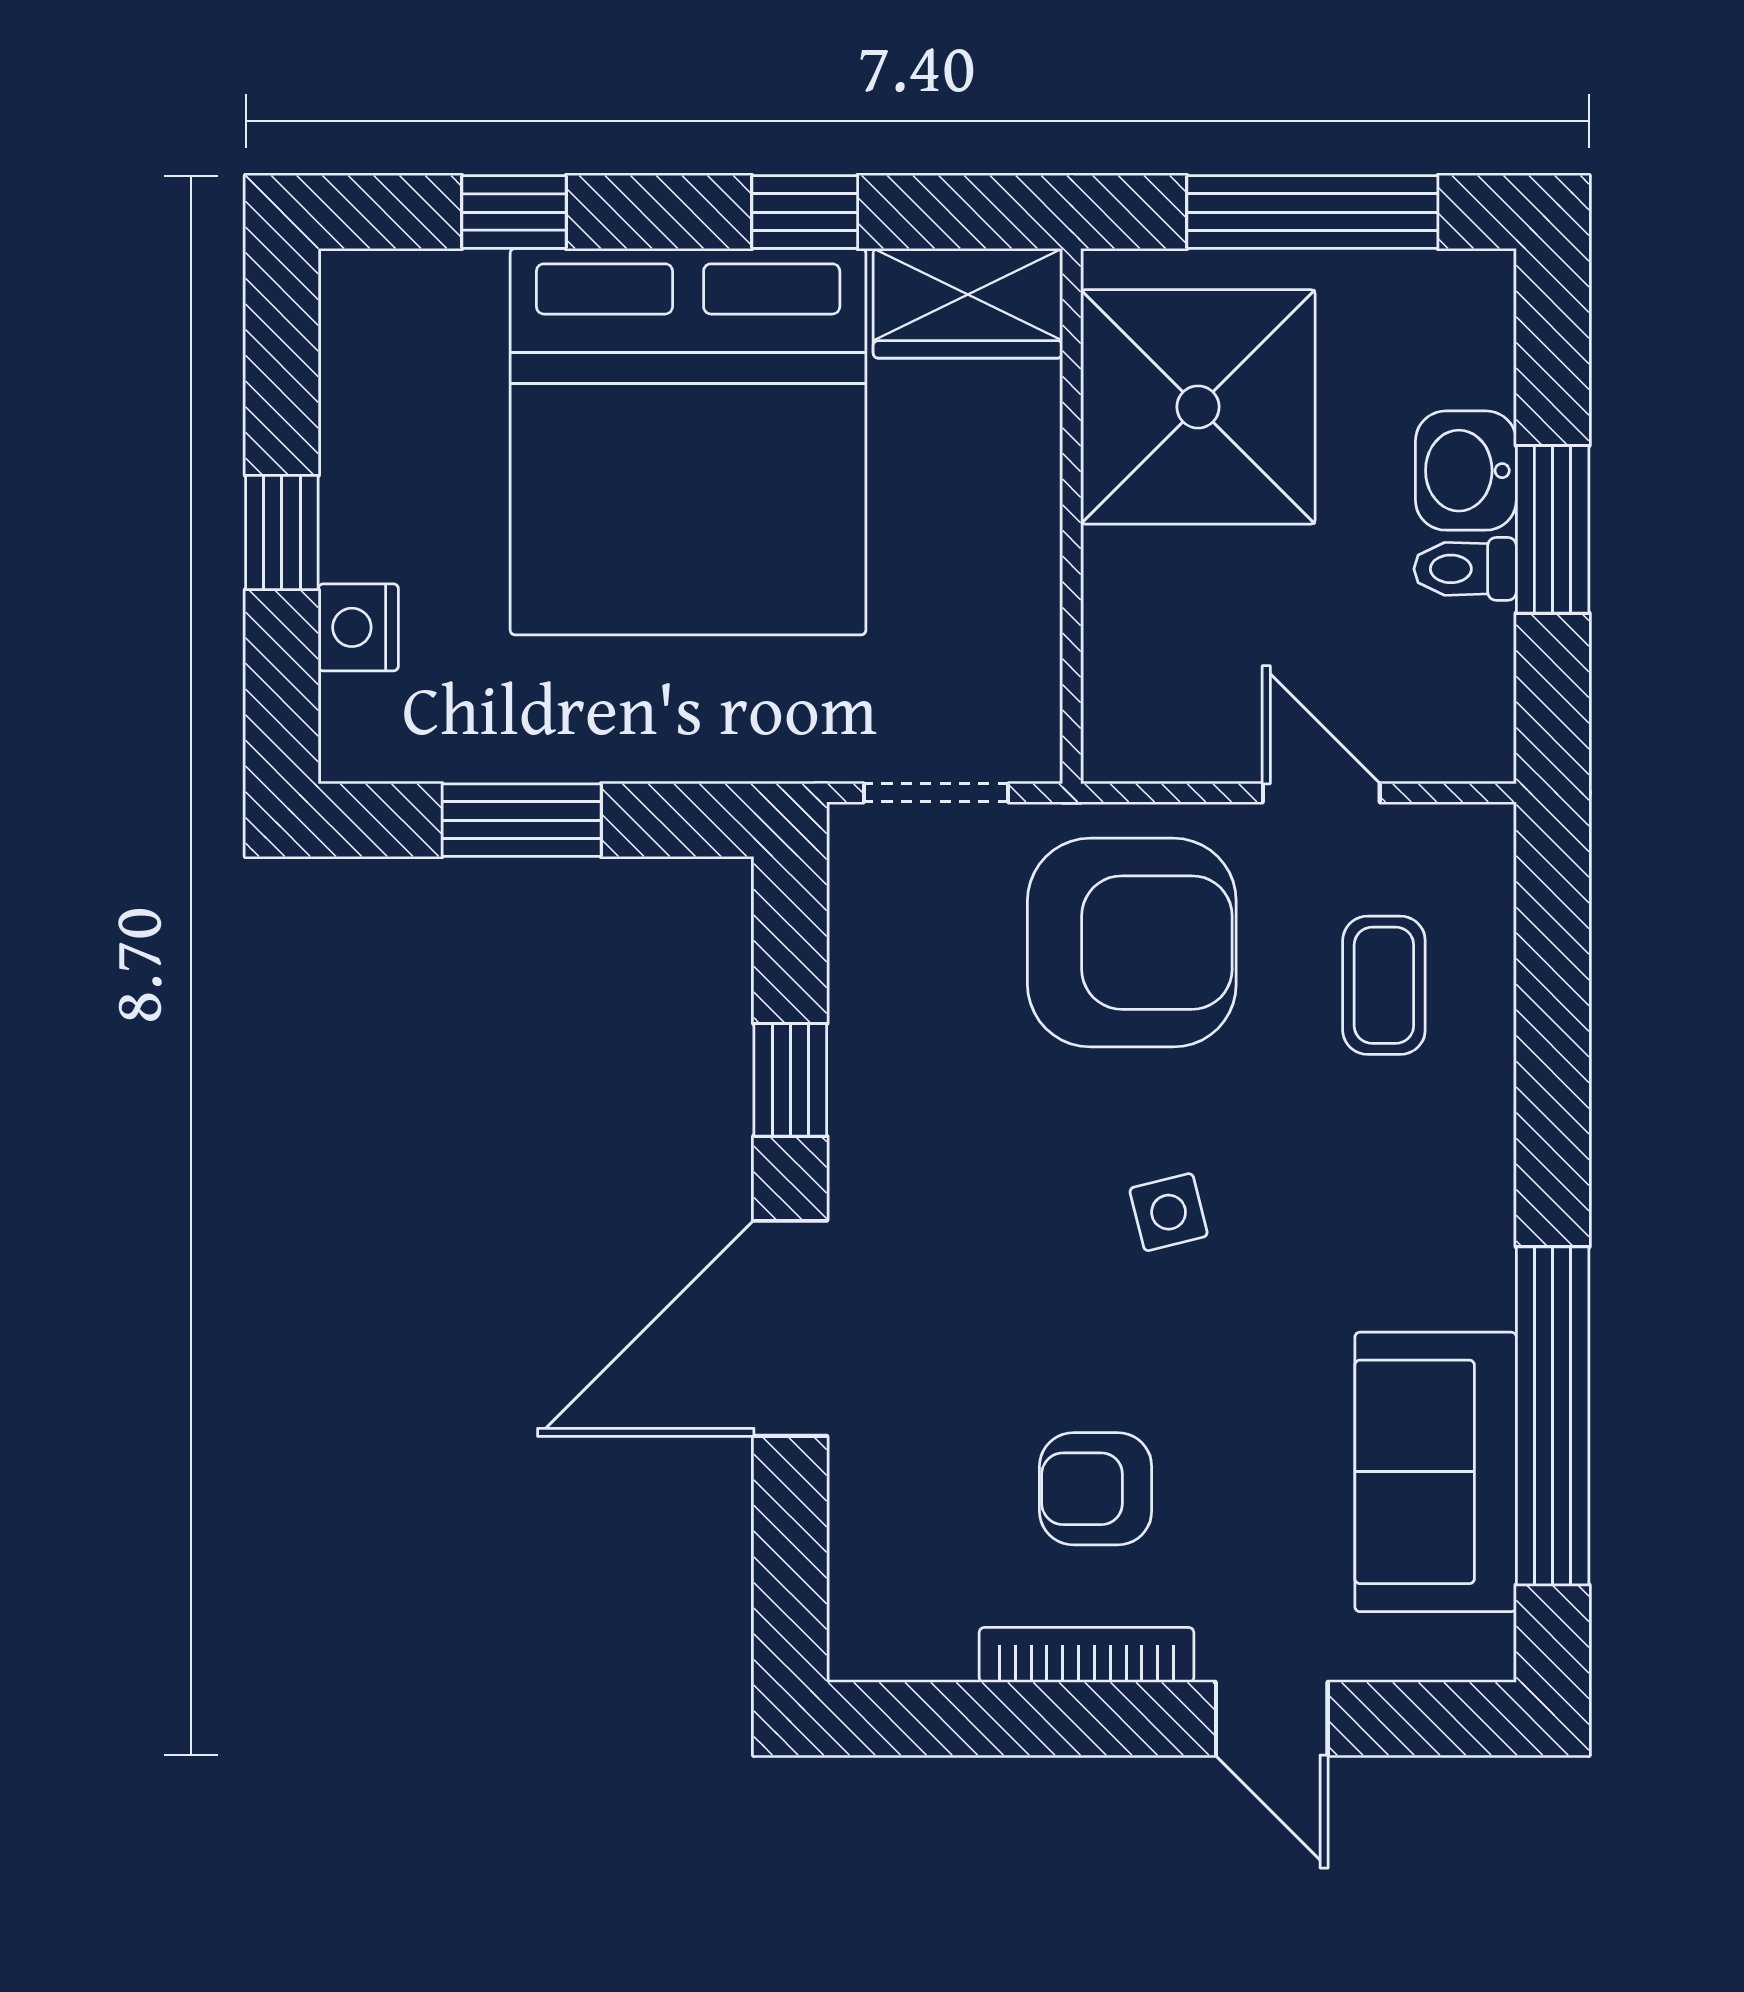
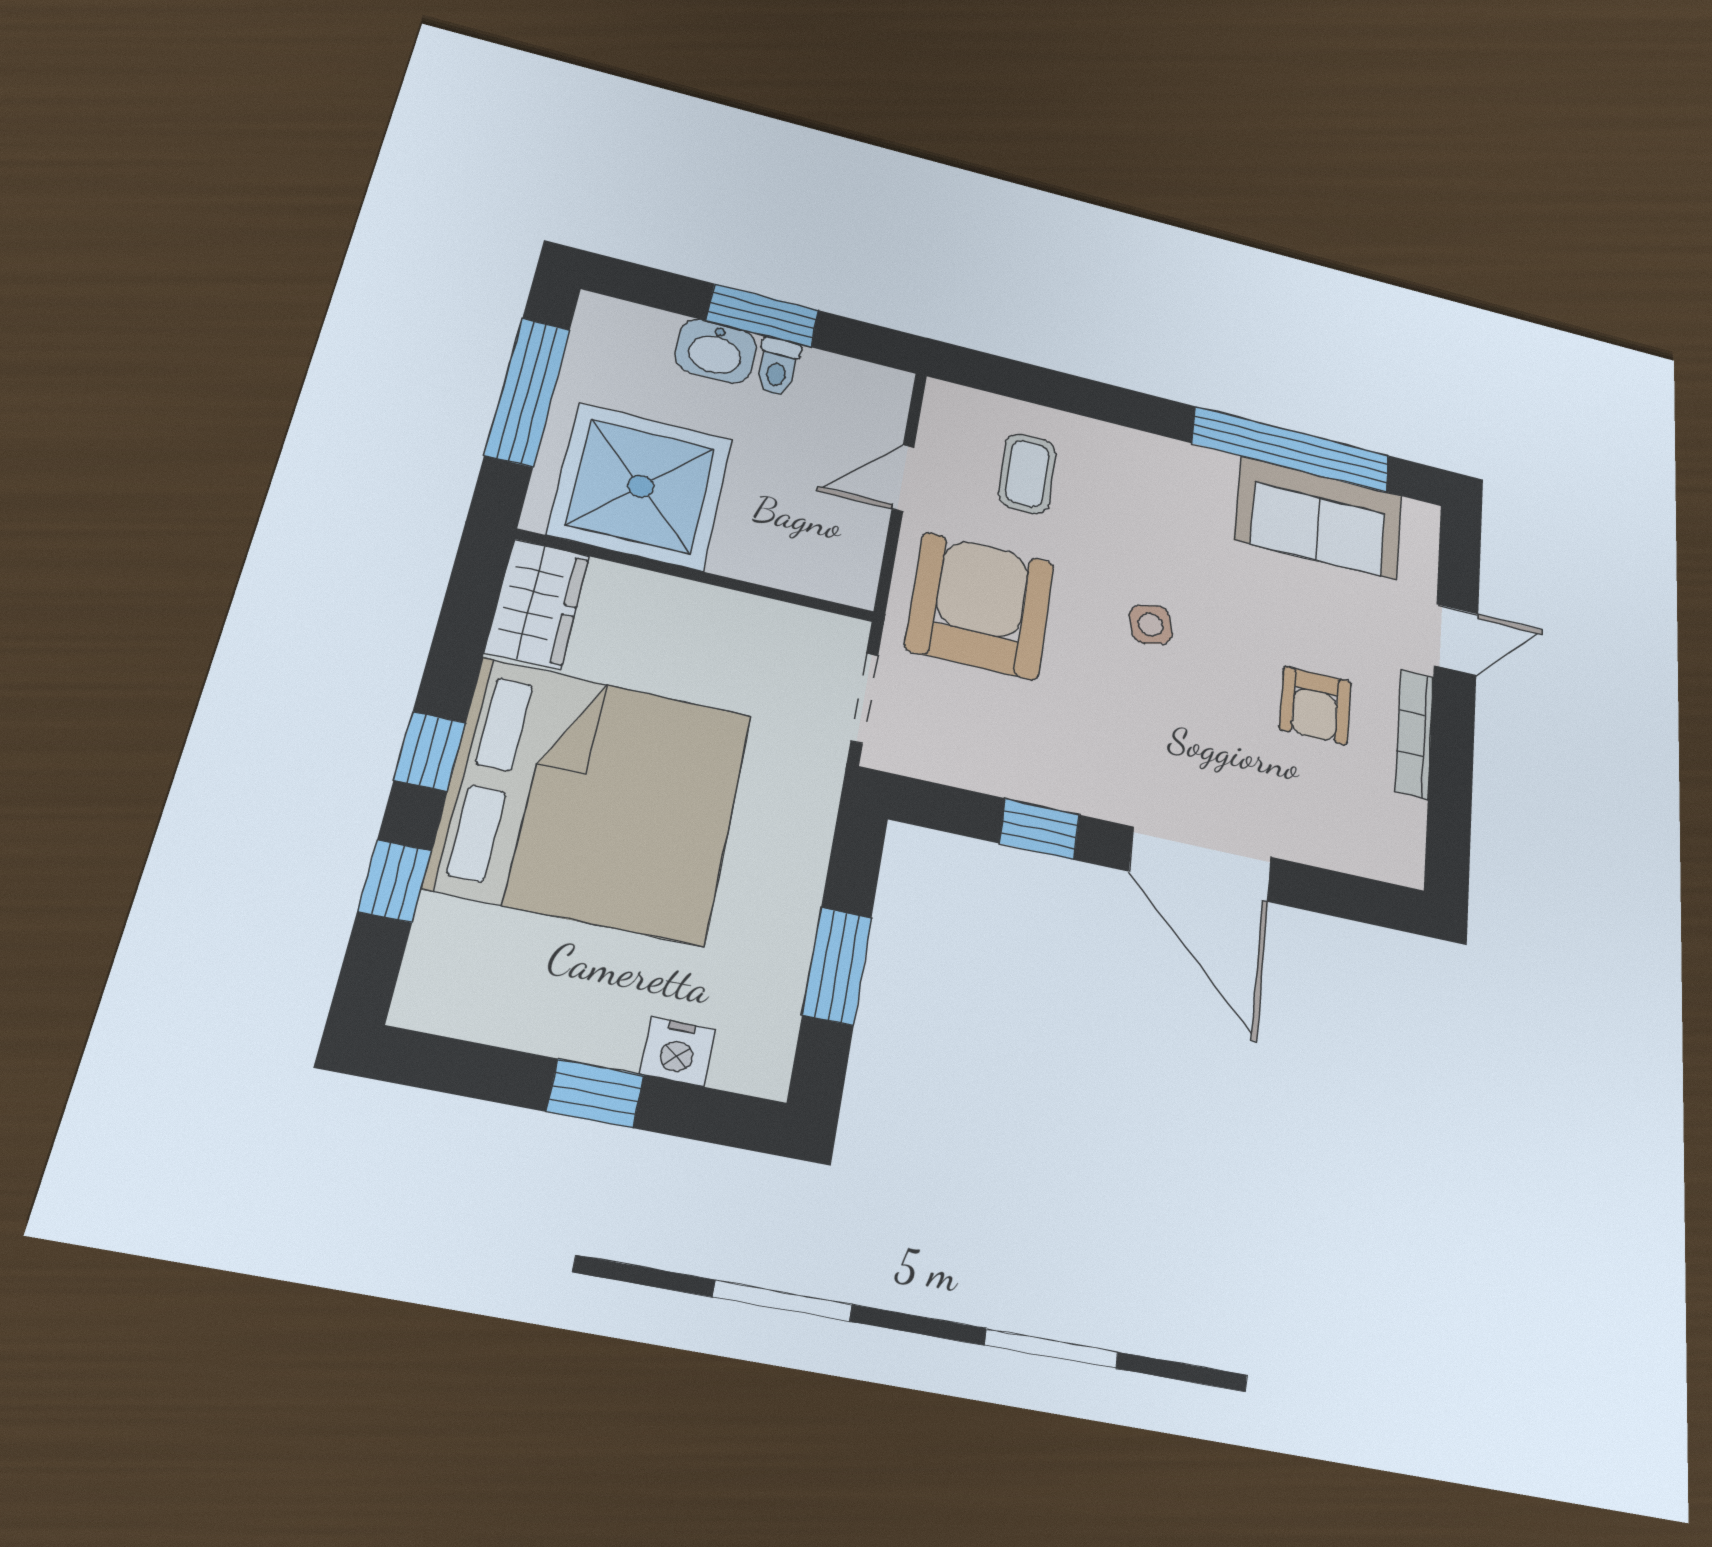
window: (805, 212) -> (430, 751), moved
coffee table: (1384, 985) -> (1027, 474), turned 90

